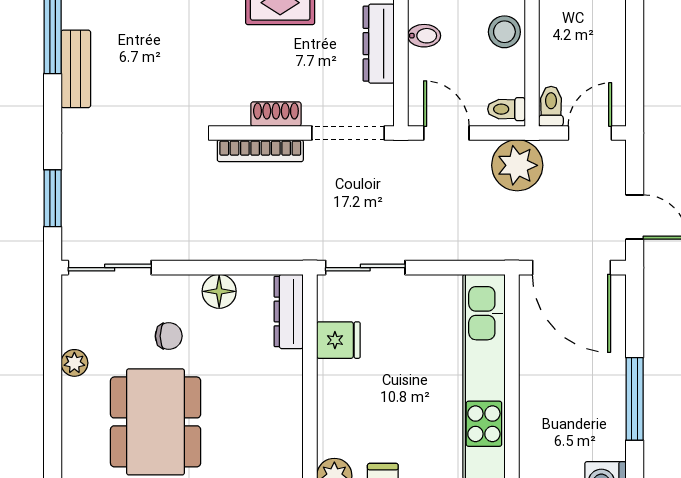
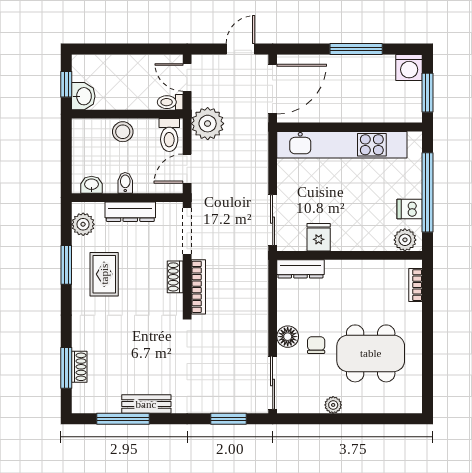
toilet: (506, 109) -> (169, 135), width x1.37, depth x1.39
floor lamp: (219, 291) -> (288, 337), moved

